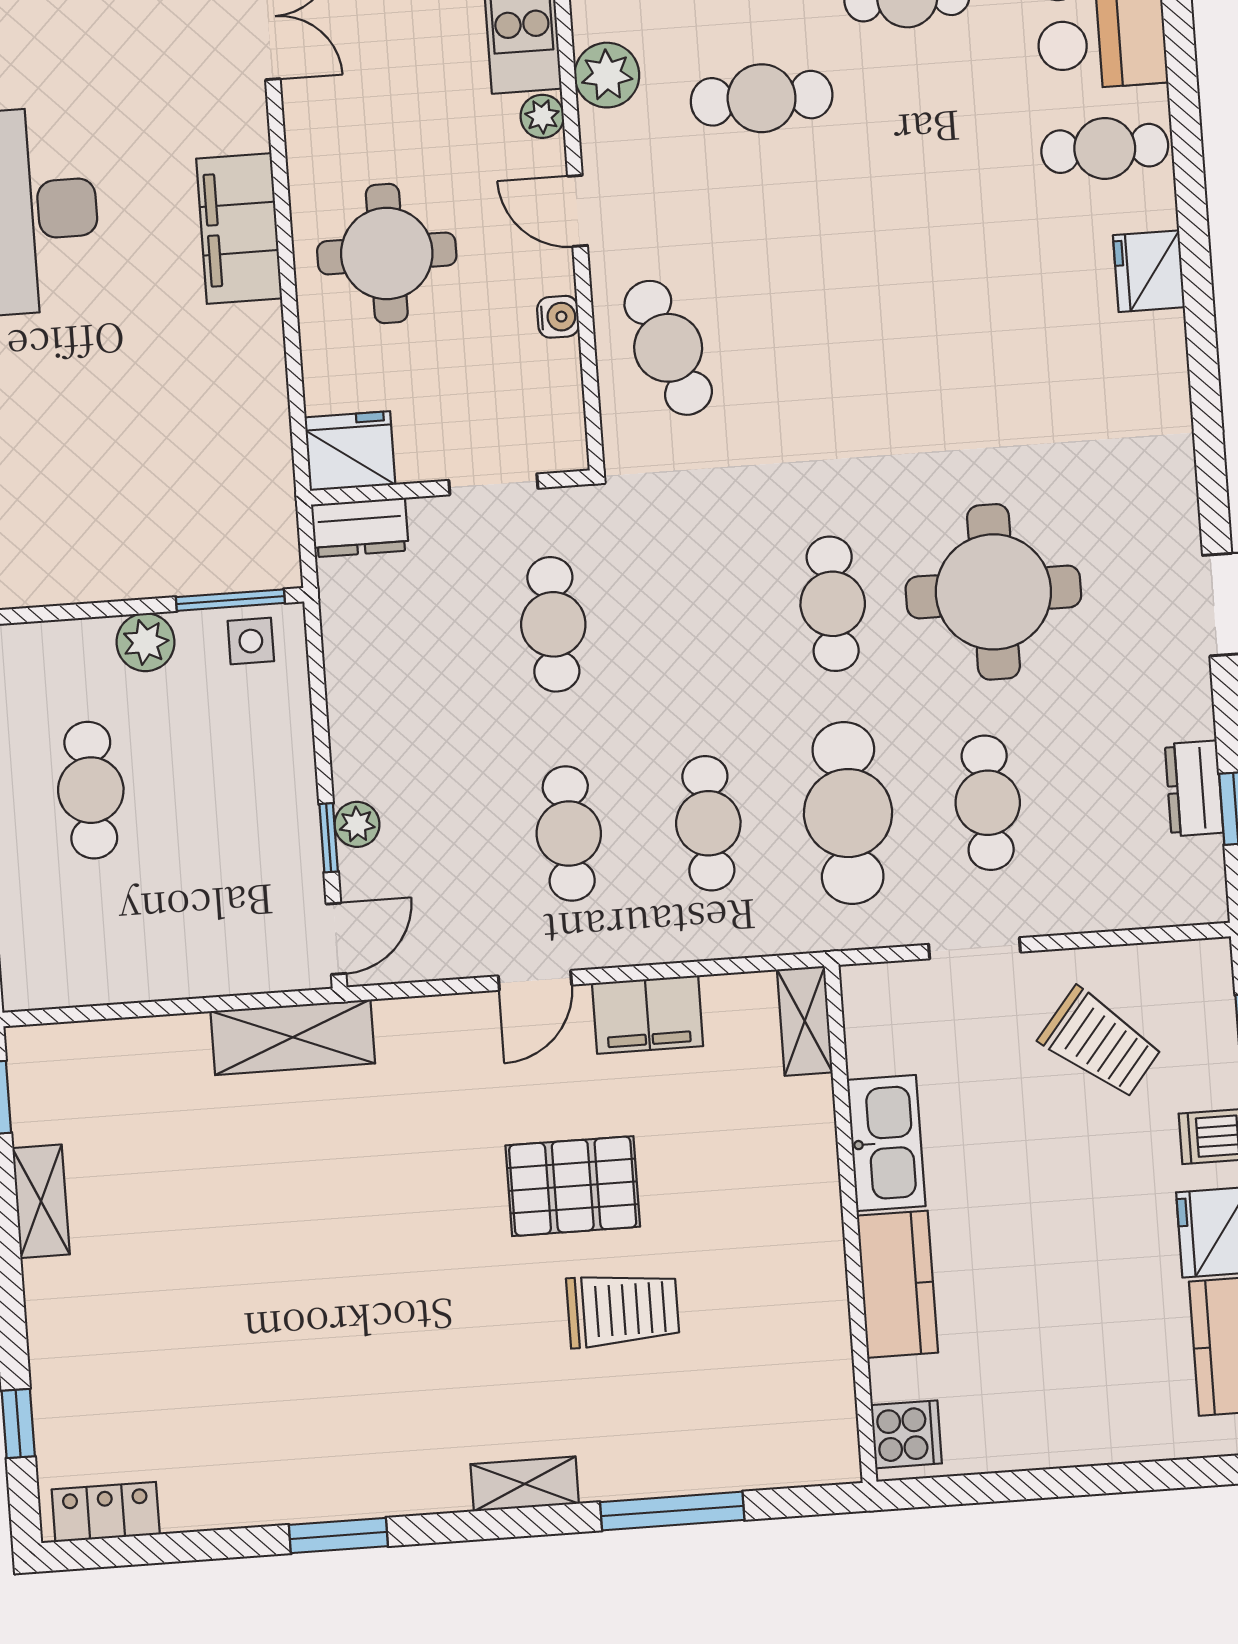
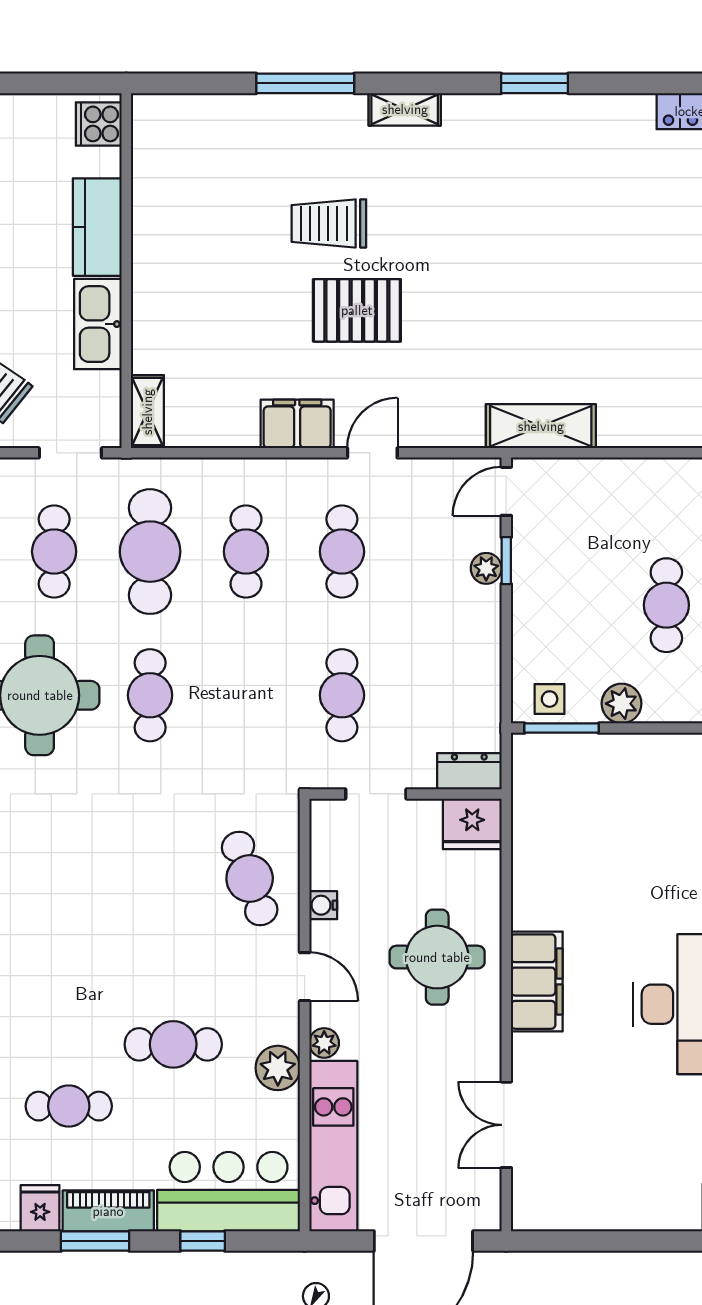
shelving: (805, 1021) -> (147, 412), moved
kitchen sink: (886, 1143) -> (98, 324), moved
wall: (851, 1224) -> (126, 271), moved
kitchen counter: (897, 1284) -> (97, 227), moved
cooker: (906, 1434) -> (99, 124), moved

